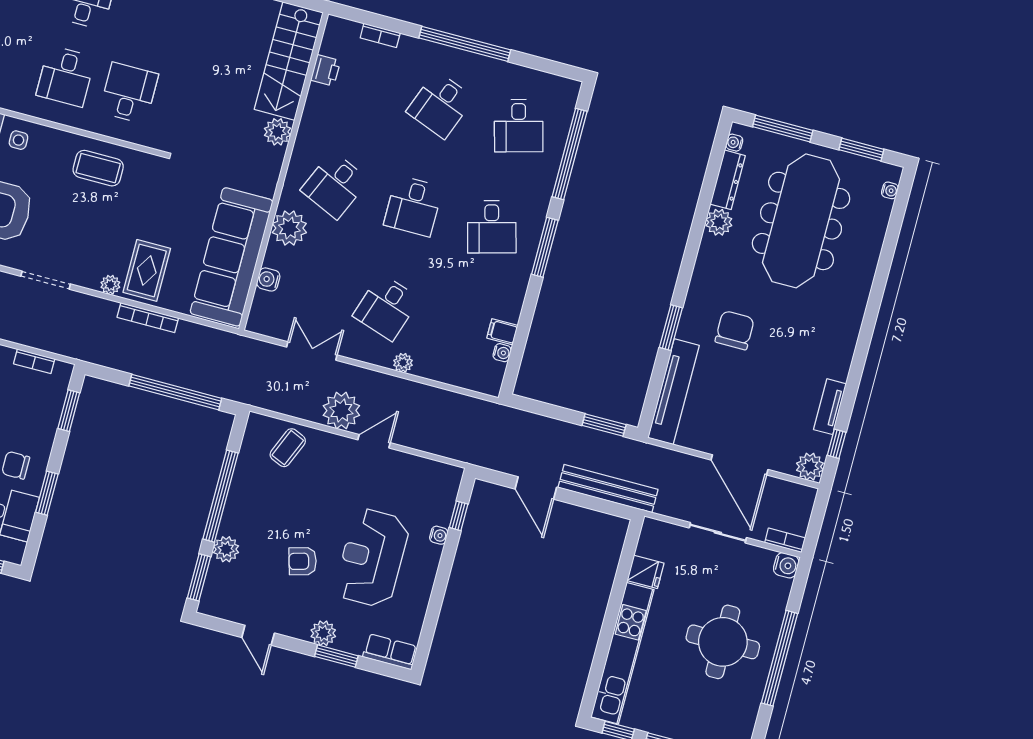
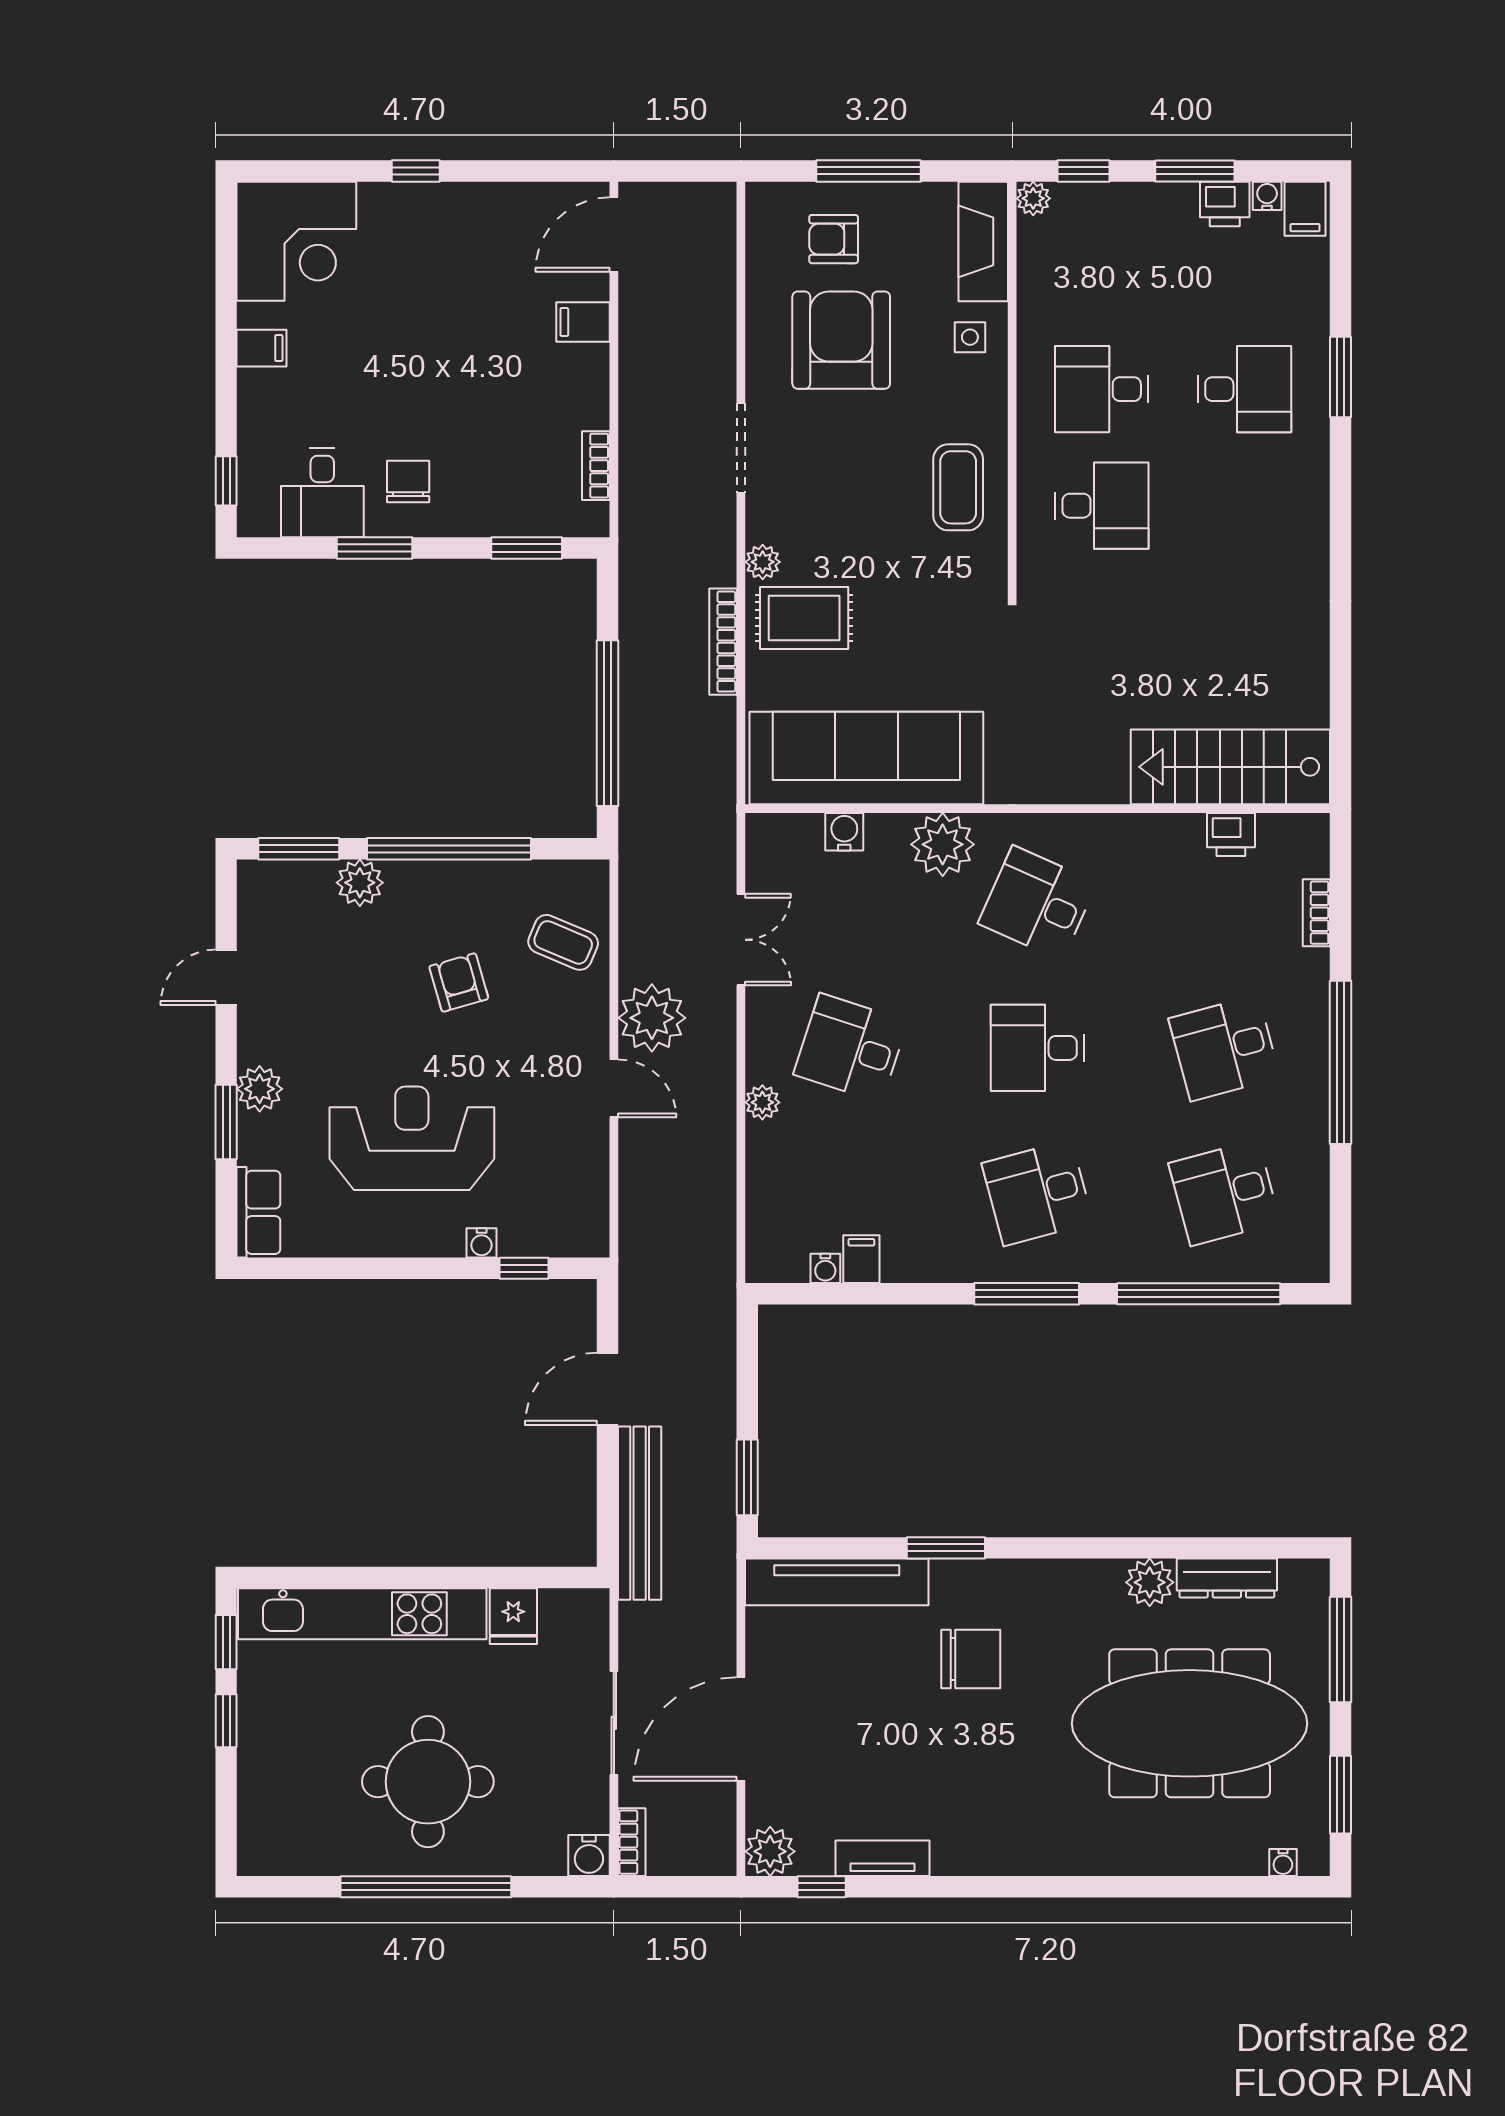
desk: (440, 105) -> (1224, 1048), turned -36
plant: (278, 132) -> (1103, 780), removed
water cooler: (734, 143) -> (1294, 1572), removed
armchair: (303, 561) -> (459, 983), moved

